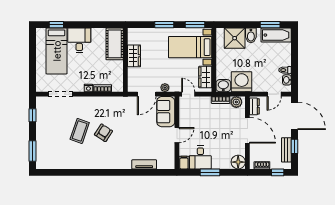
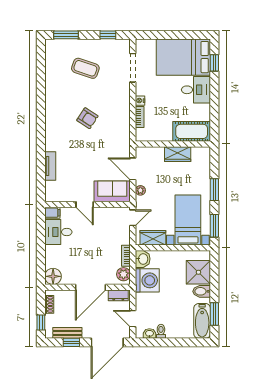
bed: (57, 51) -> (183, 57), width x1.50
coffee table: (80, 131) -> (85, 68), moved
window: (210, 172) -> (41, 243), removed

